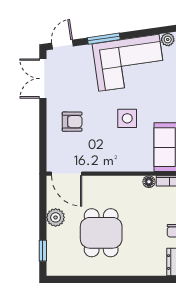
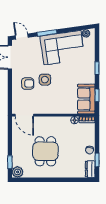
door: (63, 45) -> (22, 37), hinge flipped
side table: (127, 118) -> (45, 80), moved
plant: (56, 217) -> (18, 172), moved

